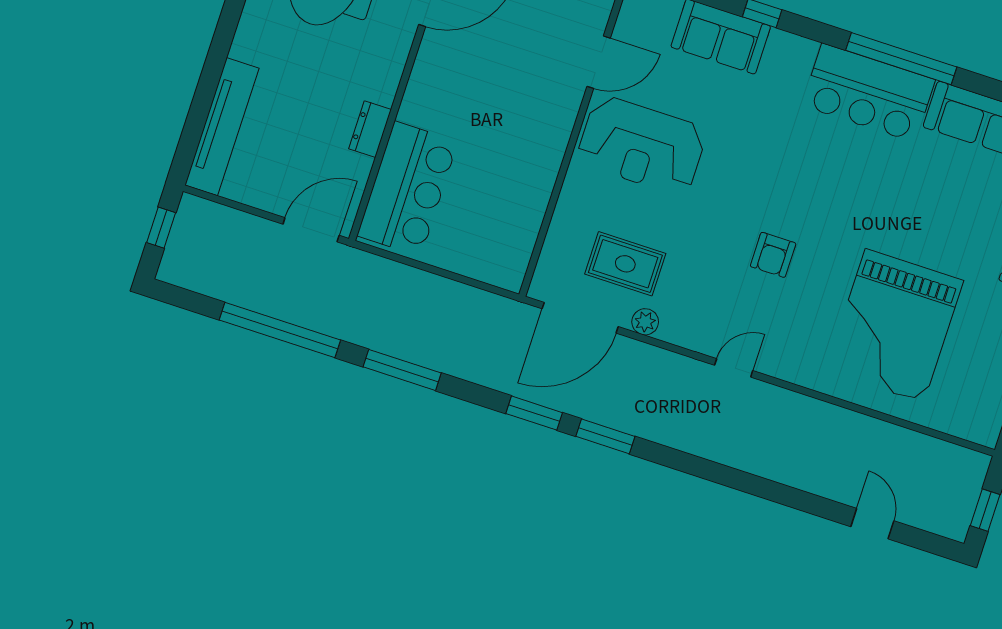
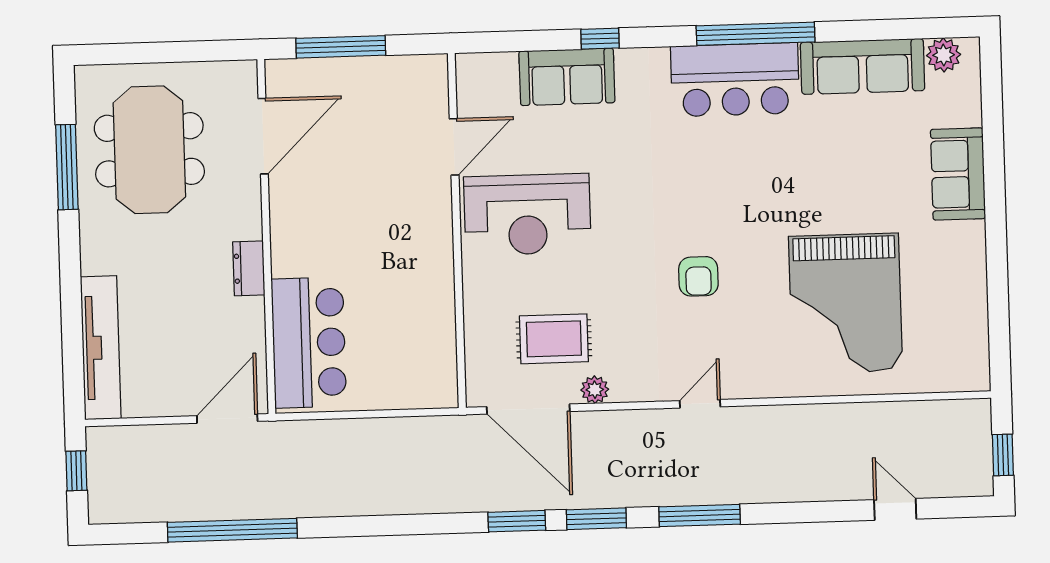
dresser: (370, 129) -> (249, 268), moved
door: (580, 318) -> (528, 409), hinge flipped
window: (402, 370) -> (700, 515), moved

